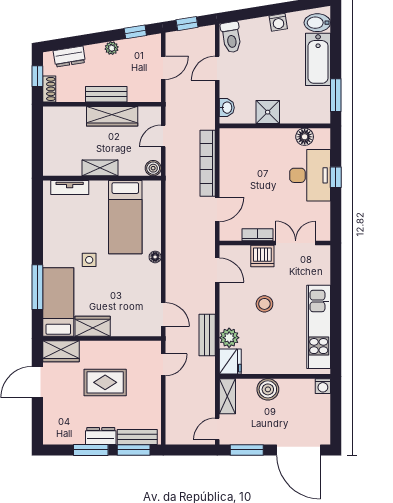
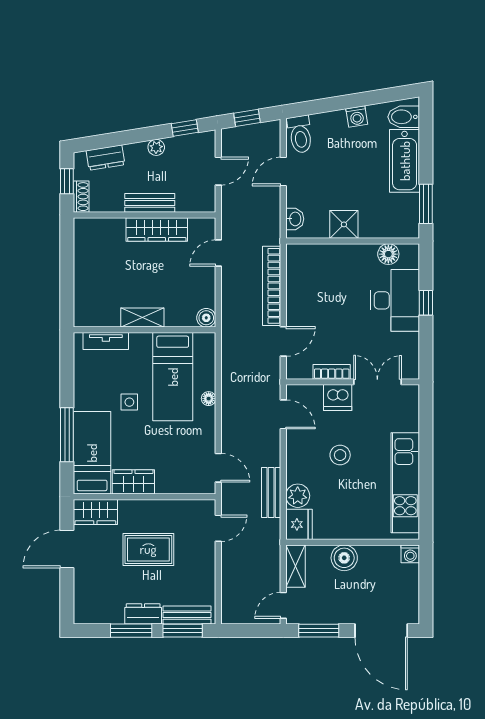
shelving: (100, 168) -> (142, 318), moved
boiler: (153, 168) -> (206, 318), moved
wall: (102, 178) -> (145, 330), moved
tv unit: (70, 188) -> (106, 341), moved
bed: (125, 217) -> (173, 377), moved

